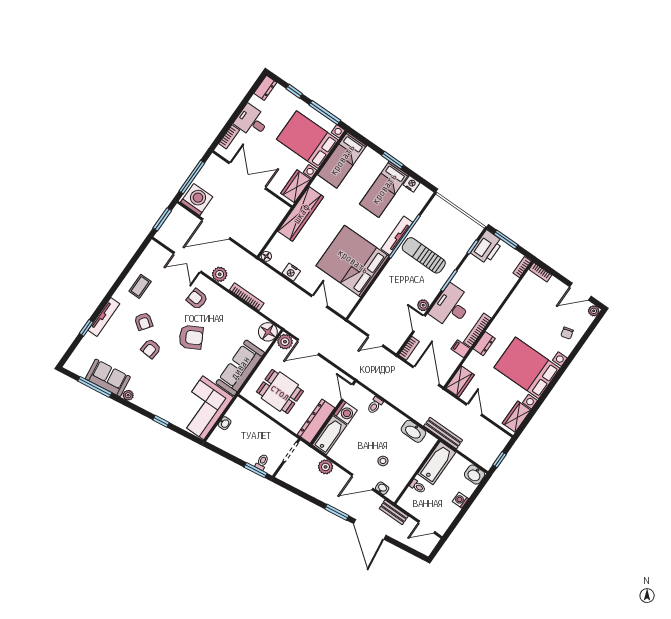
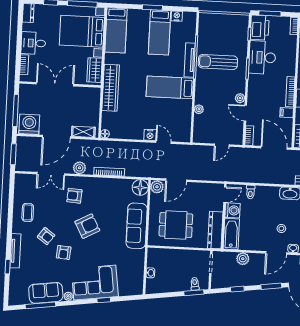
shelving: (246, 241) -> (83, 132), added
bed: (353, 261) -> (170, 87), width x0.49
nightstand: (291, 272) -> (150, 135), moved
plant: (375, 291) -> (199, 109), added
desk: (451, 307) -> (262, 57), moved
door: (348, 392) -> (225, 195), swing flipped
corner sofa: (203, 408) -> (95, 283), moved, turned 82
window: (301, 494) -> (237, 289), added

